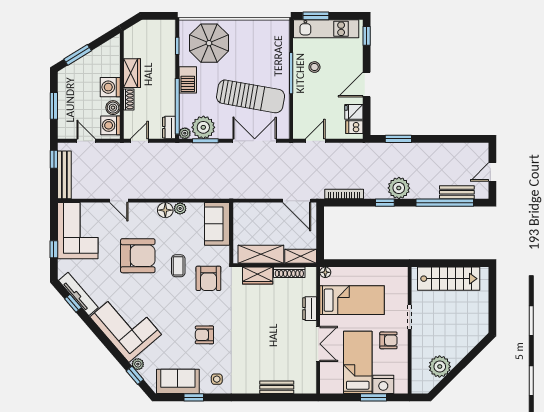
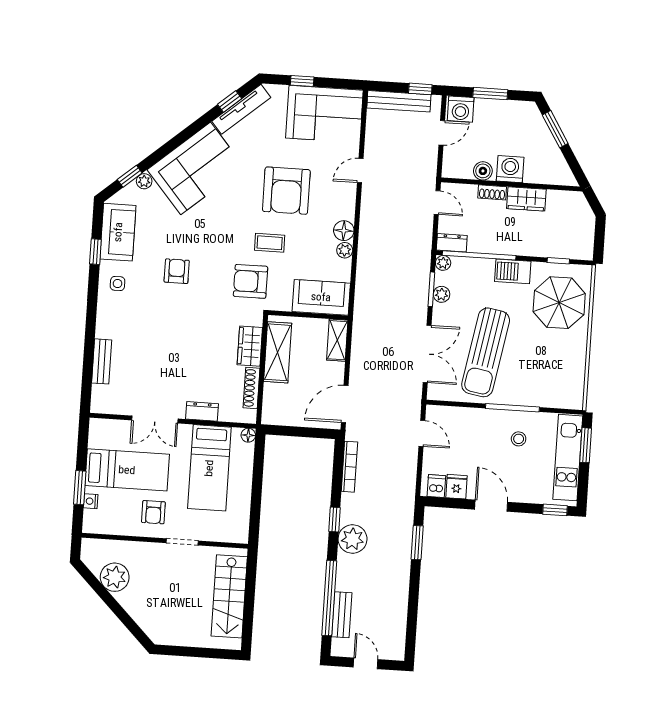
washing machine: (110, 125) -> (461, 109), moved, turned 180
plant: (203, 127) -> (442, 294), width x0.53, depth x0.53
shelving: (301, 256) -> (337, 340), moved
nightstand: (383, 384) -> (91, 501), width x0.53, depth x0.56

